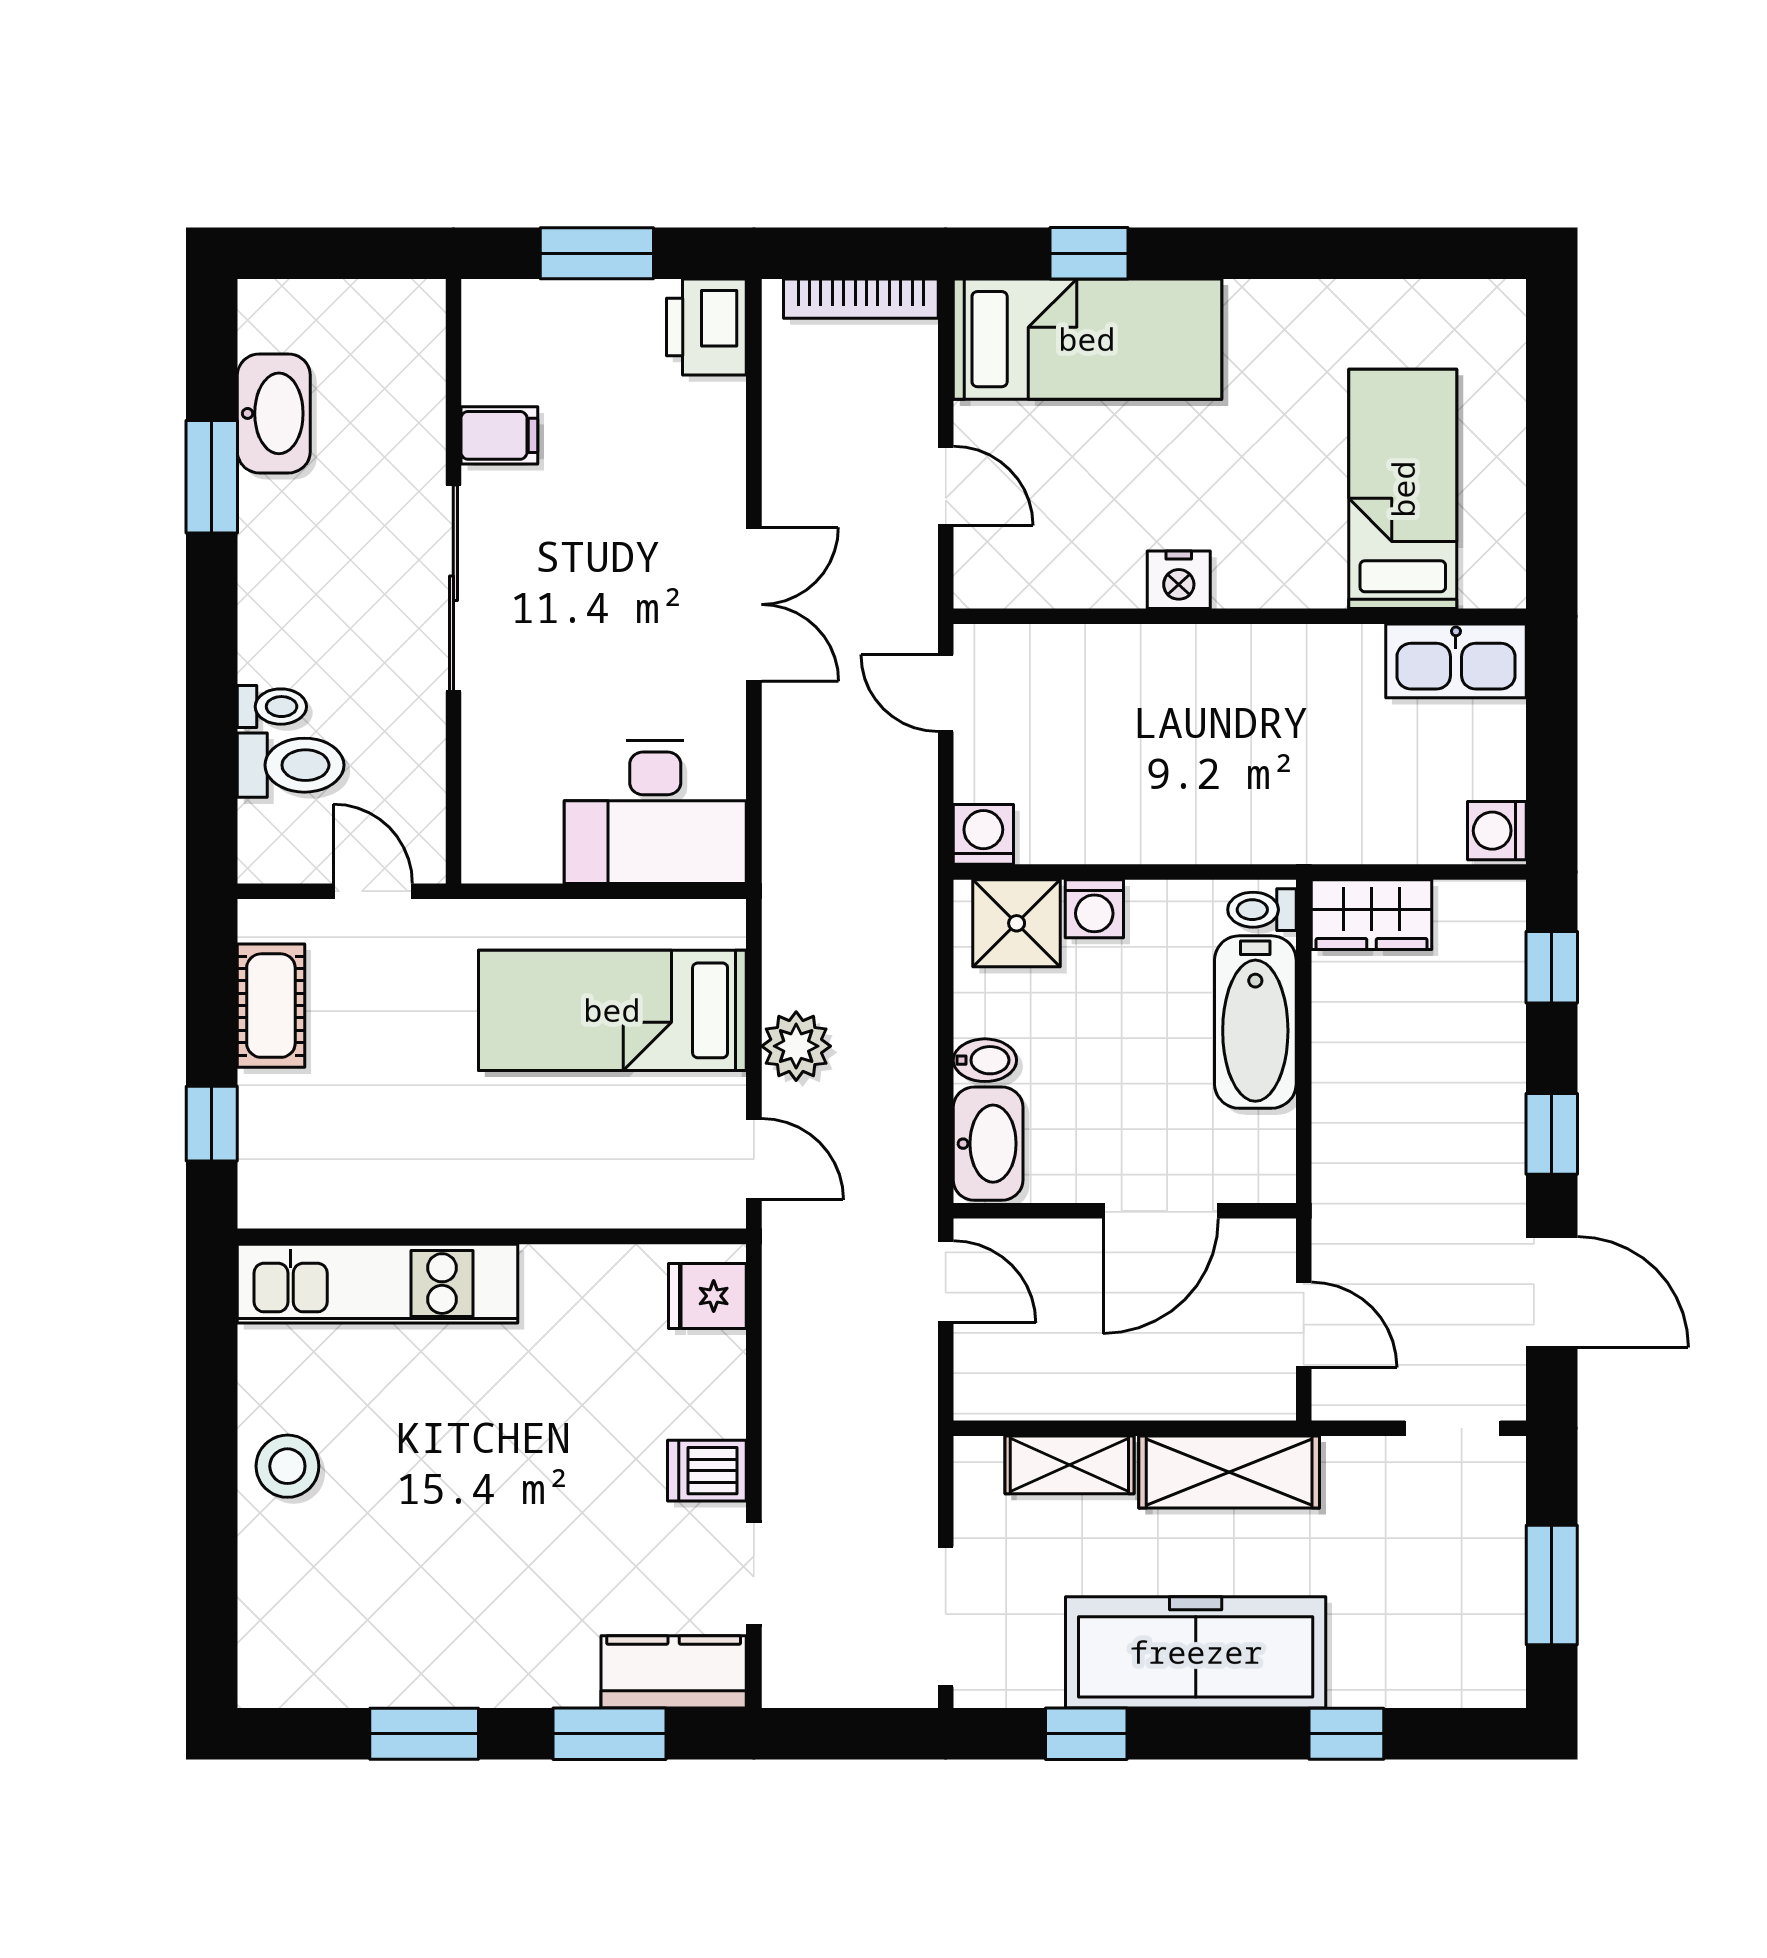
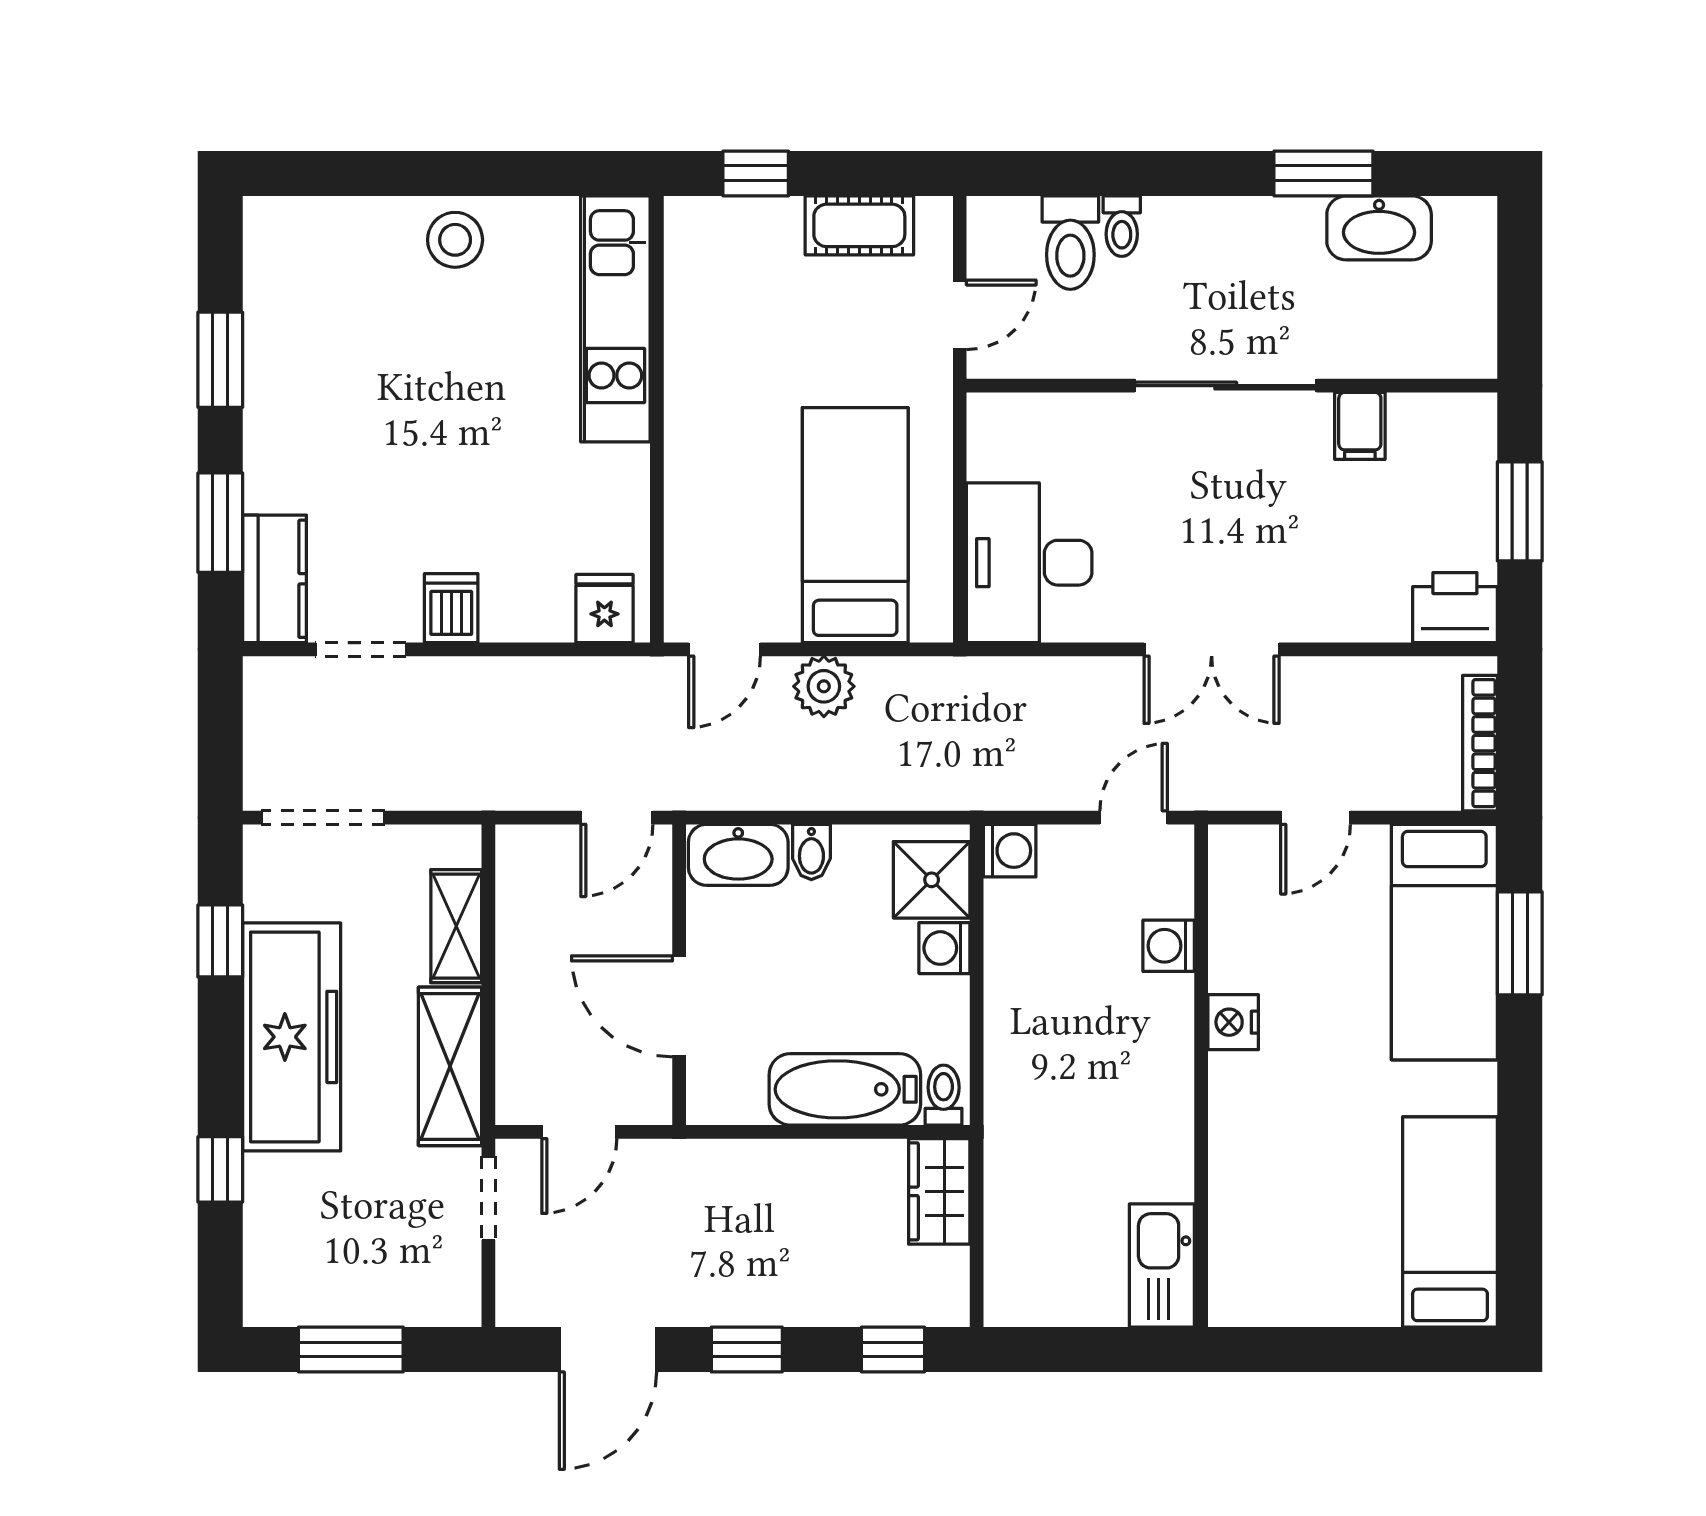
window: (1089, 253) -> (1520, 943), width x1.50
bed: (1403, 489) -> (1450, 1222), moved, turned -90
washing machine: (1497, 831) -> (1169, 946), moved, turned -90
doorway: (1453, 1428) -> (488, 1198), moved

